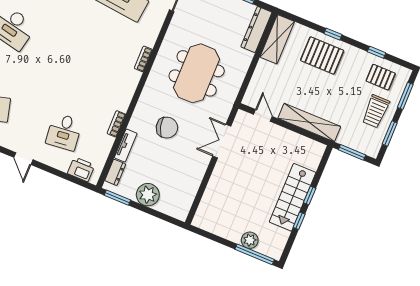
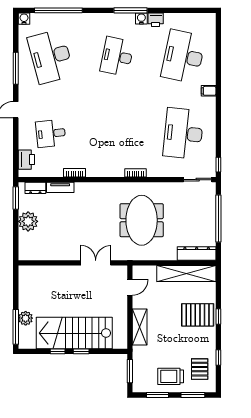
shelving: (277, 39) -> (186, 274), width x1.47
pallet: (322, 55) -> (198, 315), turned 90
meeting table: (197, 73) -> (142, 220), turned 90
shelving: (309, 122) -> (140, 327), width x0.68
chair: (167, 128) -> (88, 214), removed
stairs: (293, 197) -> (74, 333), width x1.36, depth x1.51

